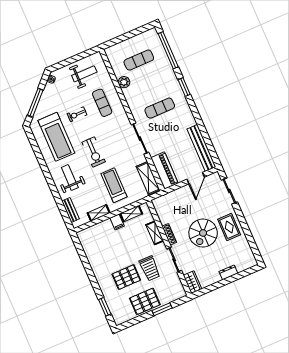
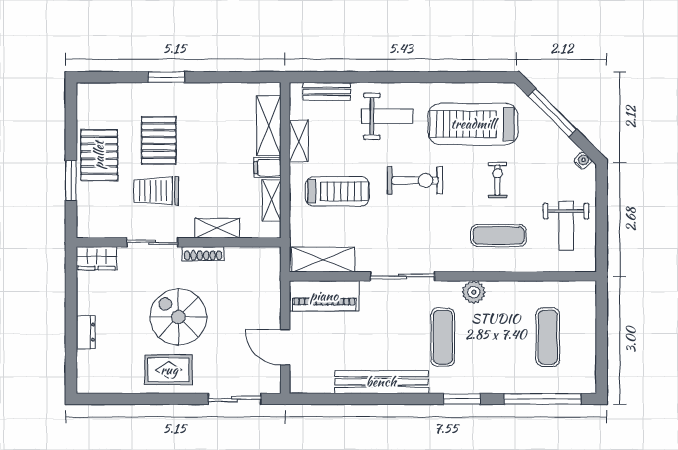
plant: (124, 82) -> (474, 292), moved
bench: (201, 148) -> (381, 382), moved
exercise bike: (94, 152) -> (415, 180), turned 180
shelving: (98, 230) -> (269, 126), added
window: (105, 307) -> (166, 77), moved

